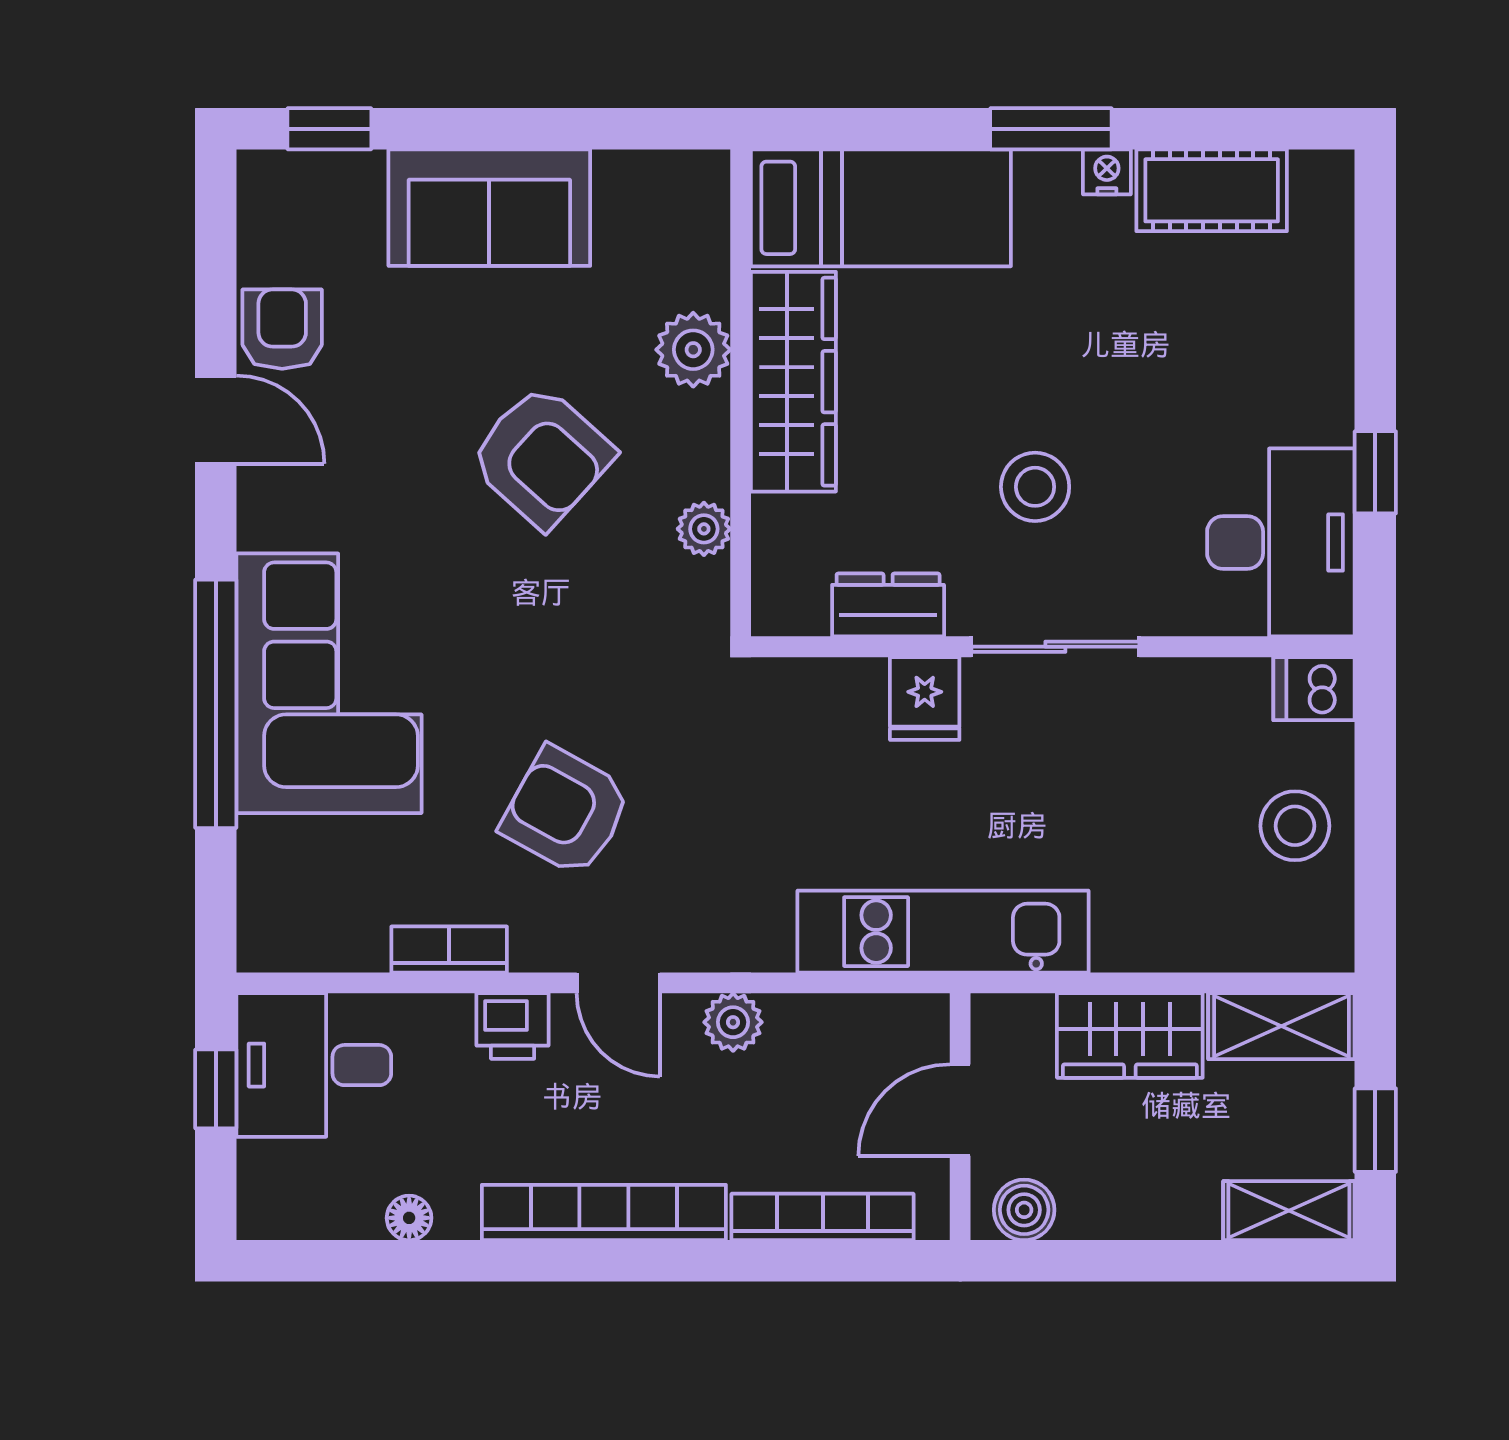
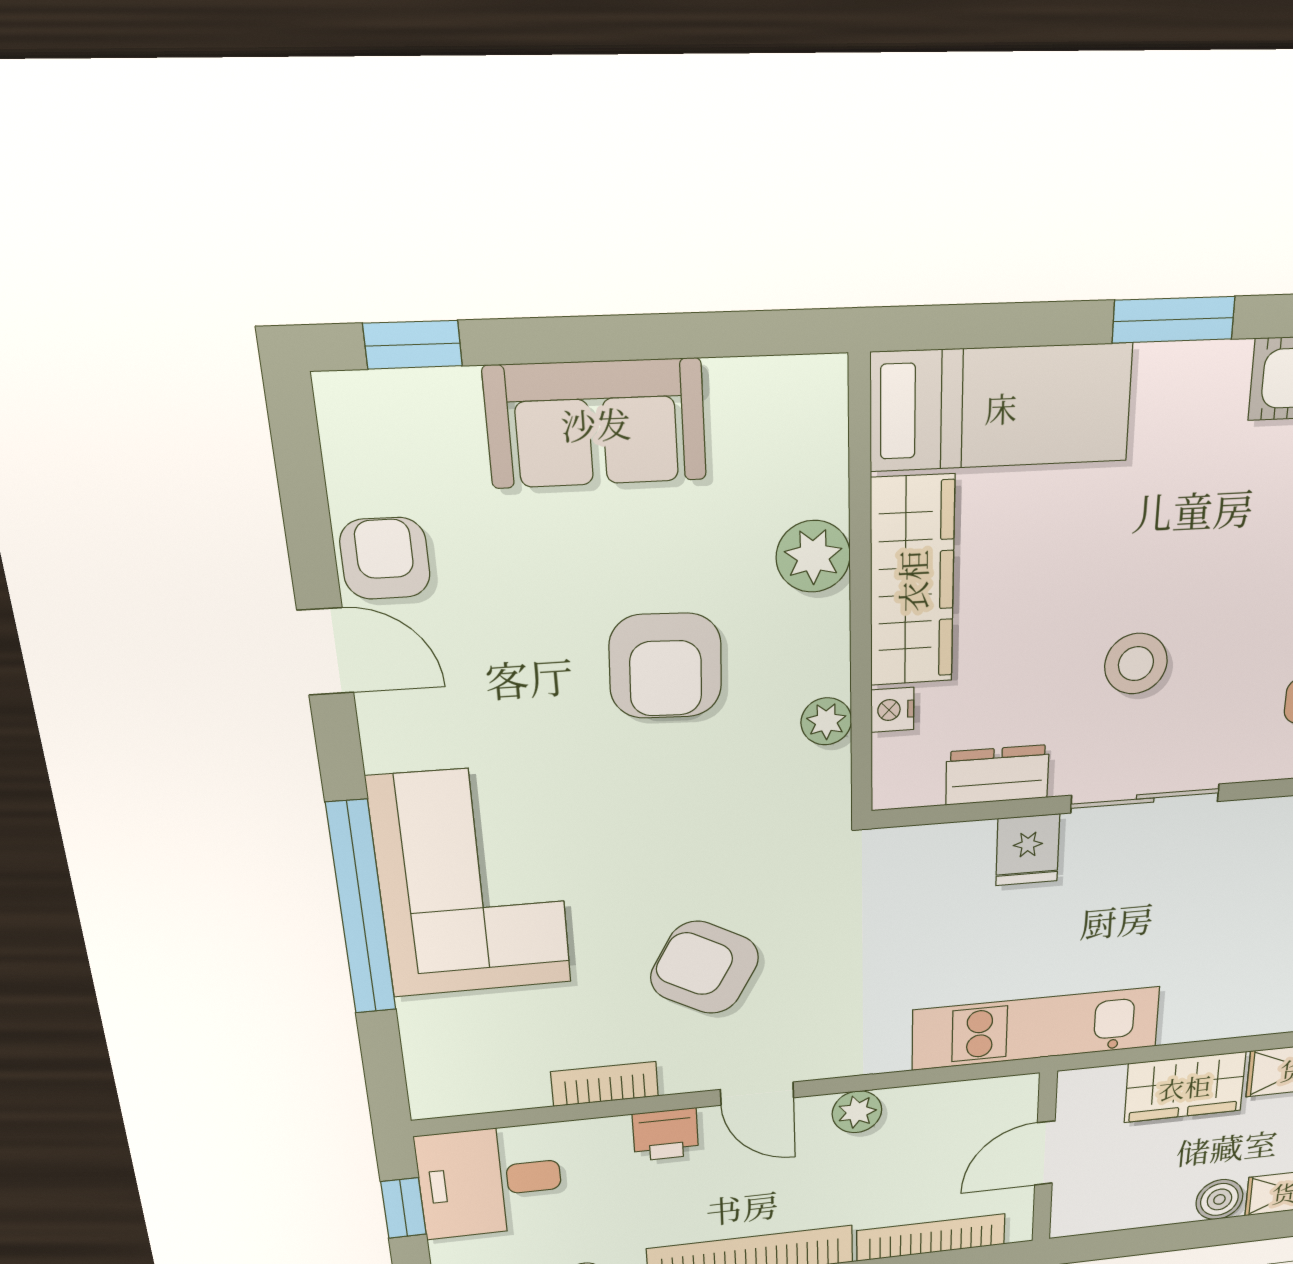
nightstand: (1107, 172) -> (892, 710), moved, turned -90
armchair: (542, 456) -> (666, 666), turned 50
boiler: (1024, 1210) -> (1219, 1199), moved

